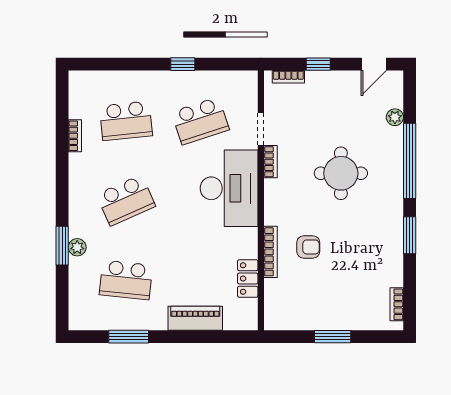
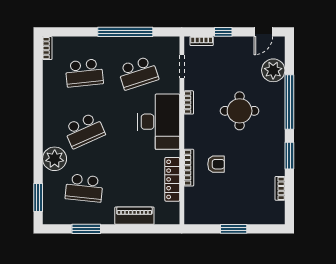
window: (183, 64) -> (125, 32), width x3.17
plant: (395, 117) -> (273, 70), width x1.88, depth x1.88
doorway: (261, 129) -> (182, 66), moved
bookcase: (75, 136) -> (47, 48), moved
window: (62, 246) -> (38, 197), moved
plant: (77, 247) -> (55, 159), width x1.88, depth x1.88
locker: (248, 279) -> (172, 179), width x1.53
bookcase: (397, 304) -> (280, 188), moved

